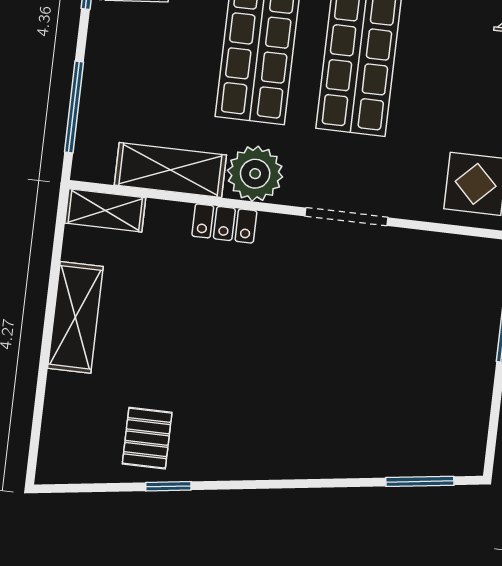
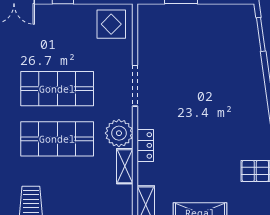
shelving: (170, 170) -> (125, 166), width x0.67, depth x0.75

